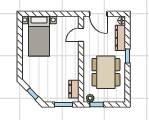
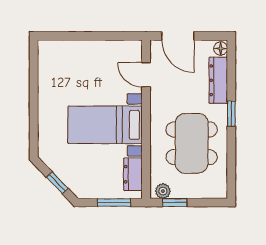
door: (81, 35) -> (146, 75), hinge flipped
bed with nightstands: (39, 36) -> (105, 125), moved, turned 90

